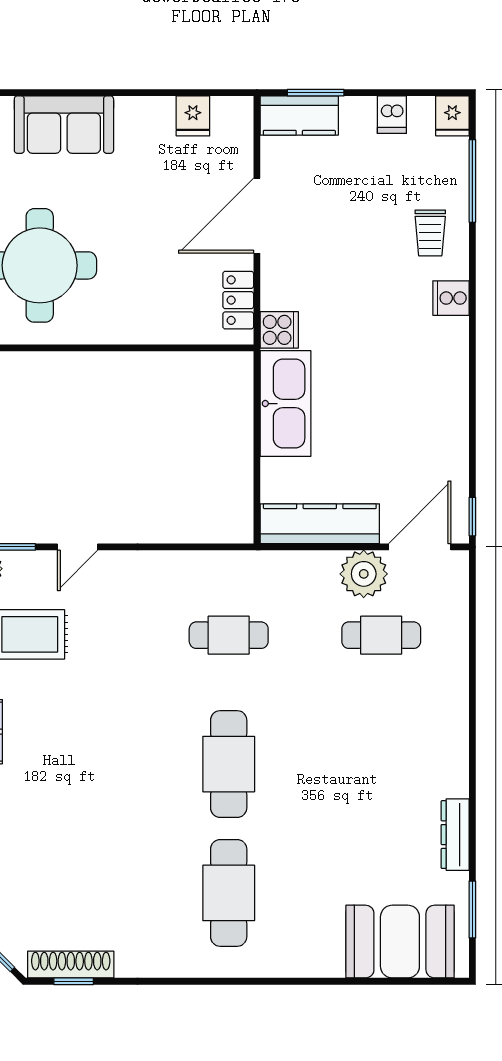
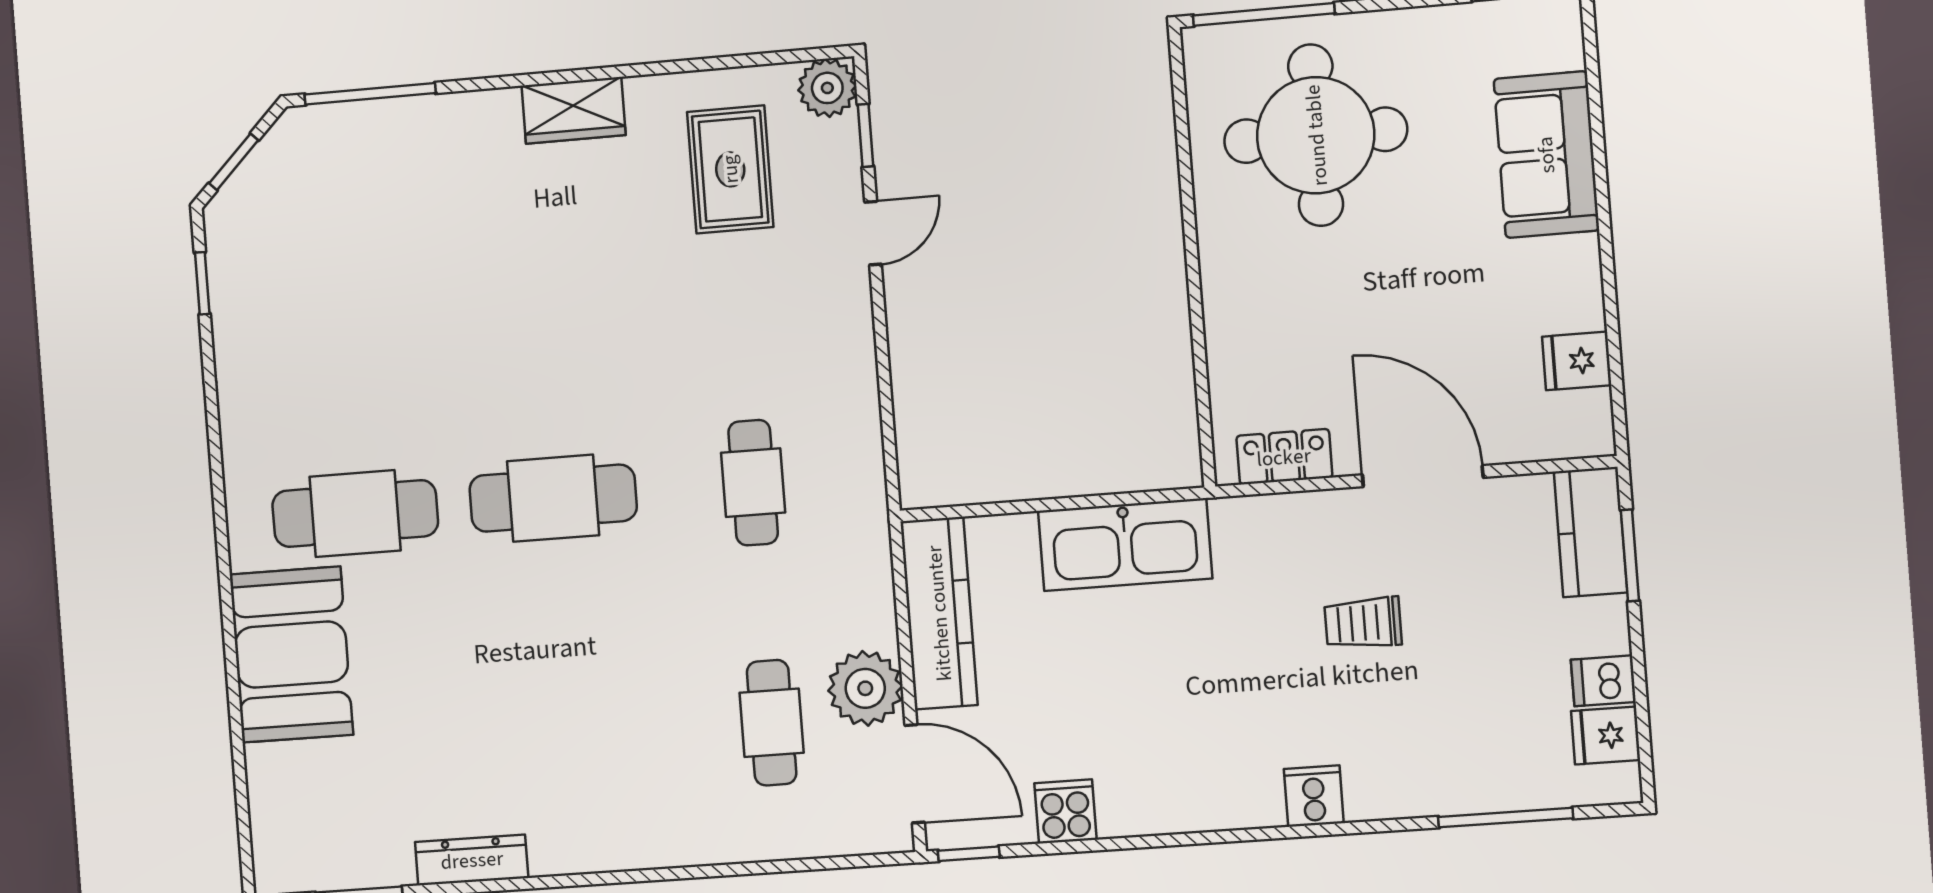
fridge: (452, 116) -> (1606, 736), moved
trolley: (430, 233) -> (1363, 623), moved
cooker: (279, 330) -> (1065, 811), moved, turned 180
door: (77, 547) -> (873, 233), swing flipped
booth: (400, 942) -> (291, 655), moved
shoe rack: (71, 965) -> (227, 277), removed

